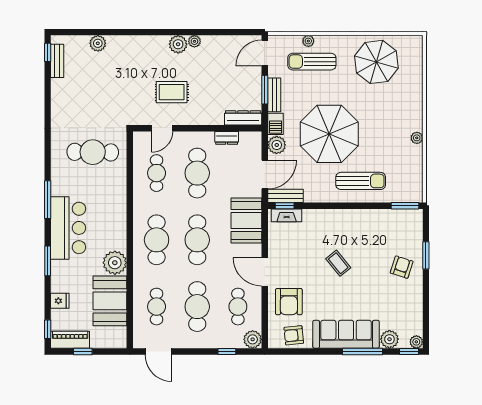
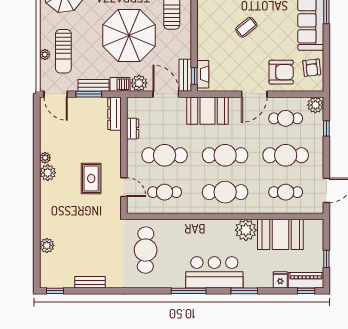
bench: (57, 61) -> (90, 282), moved
piano: (70, 340) -> (306, 280), moved, turned 90

